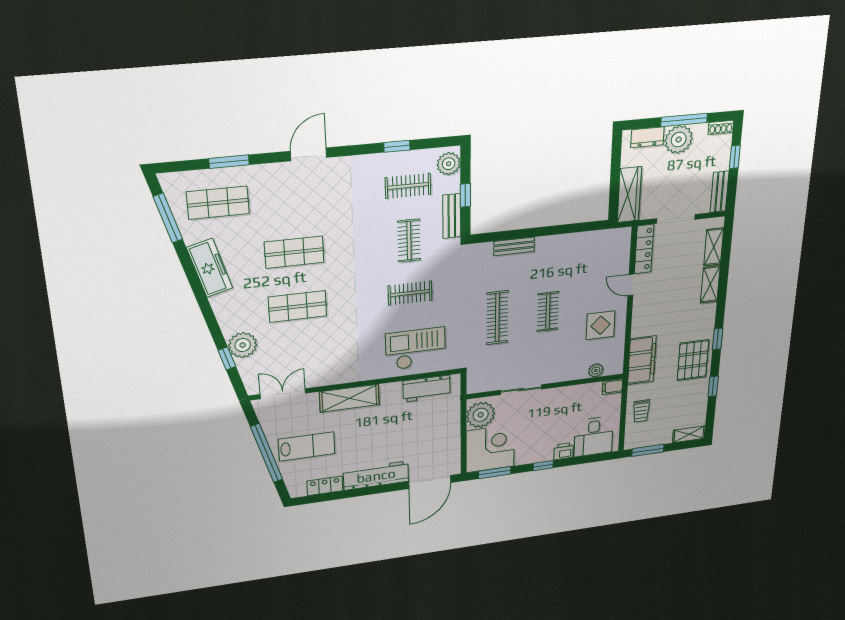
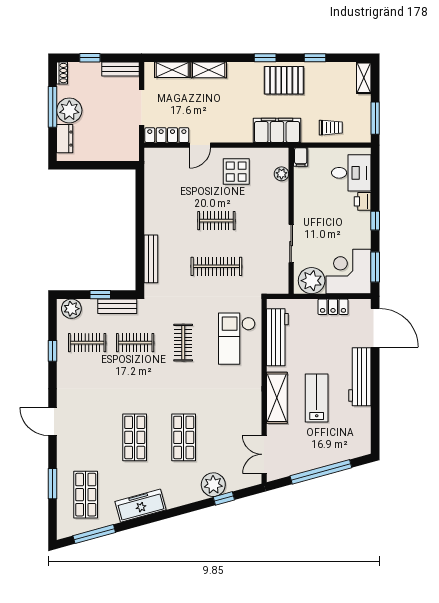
clothes rail: (408, 186) -> (87, 343), turned 90
wardrobe: (629, 195) -> (115, 152), removed
bench: (514, 246) -> (151, 259), width x1.36
workbench: (427, 389) -> (277, 337), width x1.38
lab bench: (307, 447) -> (317, 398), moved
locker: (325, 486) -> (333, 307), moved, turned -90

